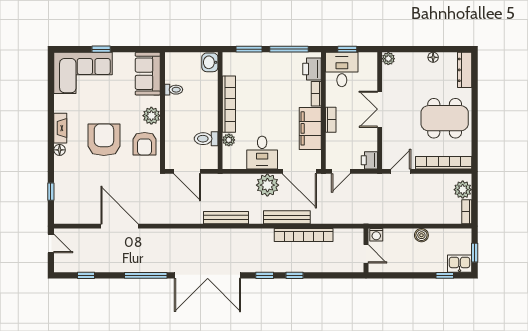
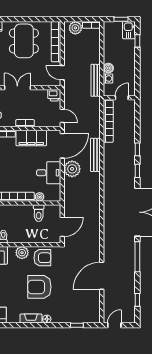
double door: (380, 109) -> (17, 88), swing flipped
bench: (226, 218) -> (96, 80), moved
bookcase: (304, 235) -> (108, 121), moved
washing machine: (376, 235) -> (108, 78), moved
boiler: (421, 235) -> (108, 68), moved

